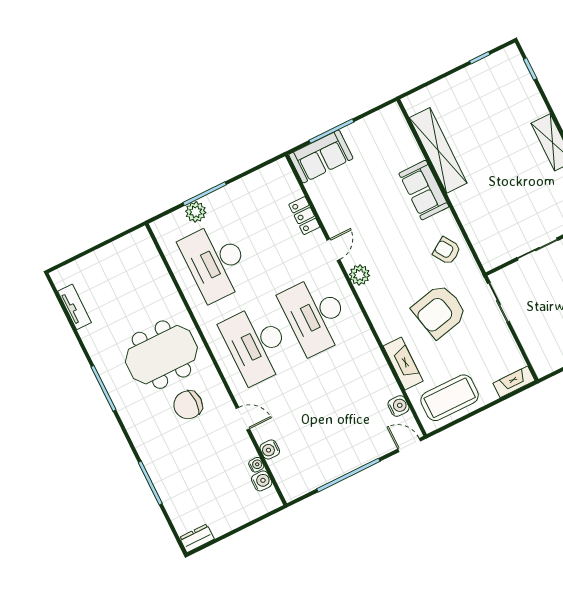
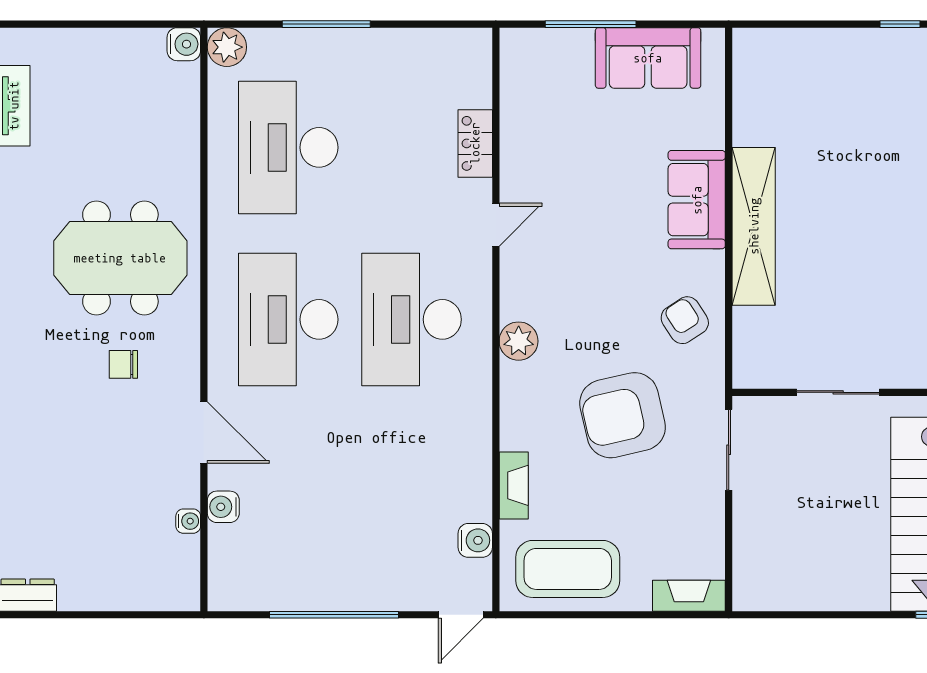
shelving: (438, 150) -> (754, 226), moved
sofa: (321, 157) -> (648, 58), moved
plant: (196, 212) -> (227, 47), moved
plant: (360, 275) -> (519, 341), moved
fireplace: (403, 363) -> (514, 485), width x0.73, depth x0.76
chair: (188, 405) -> (123, 364), width x0.54, depth x0.54
door: (243, 419) -> (204, 433), width x1.38
door: (409, 445) -> (461, 615), swing flipped
water cooler: (262, 481) -> (184, 44), moved

